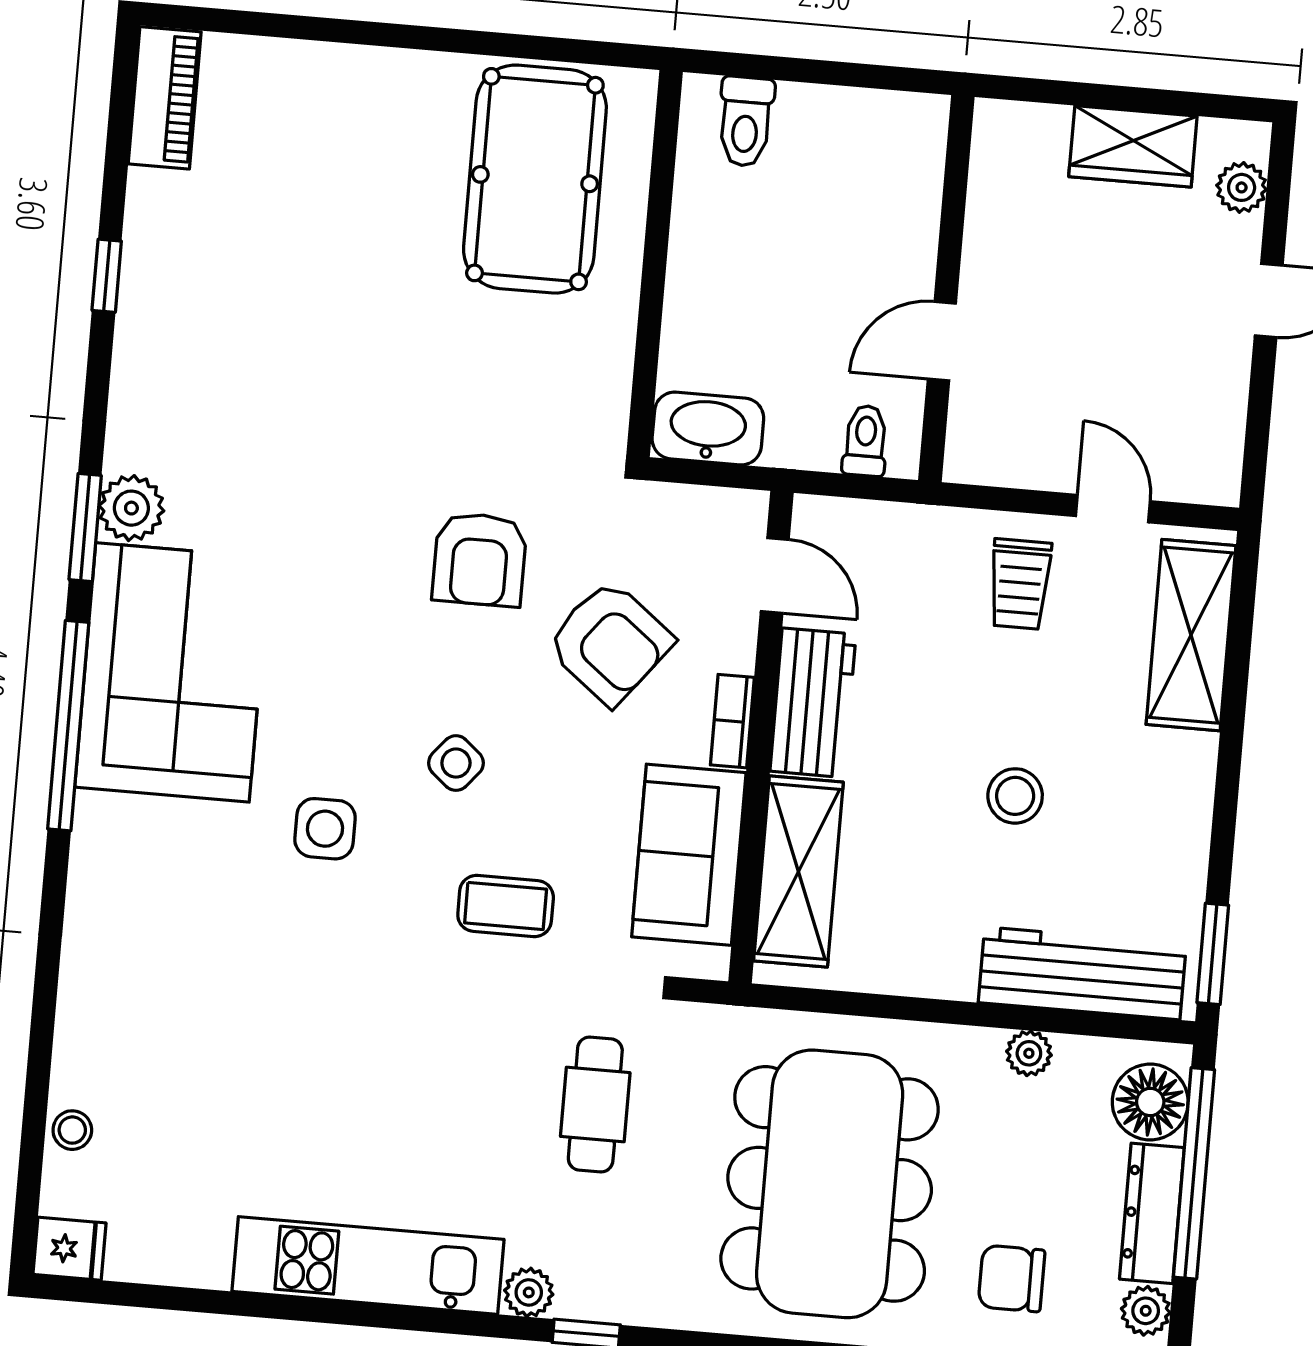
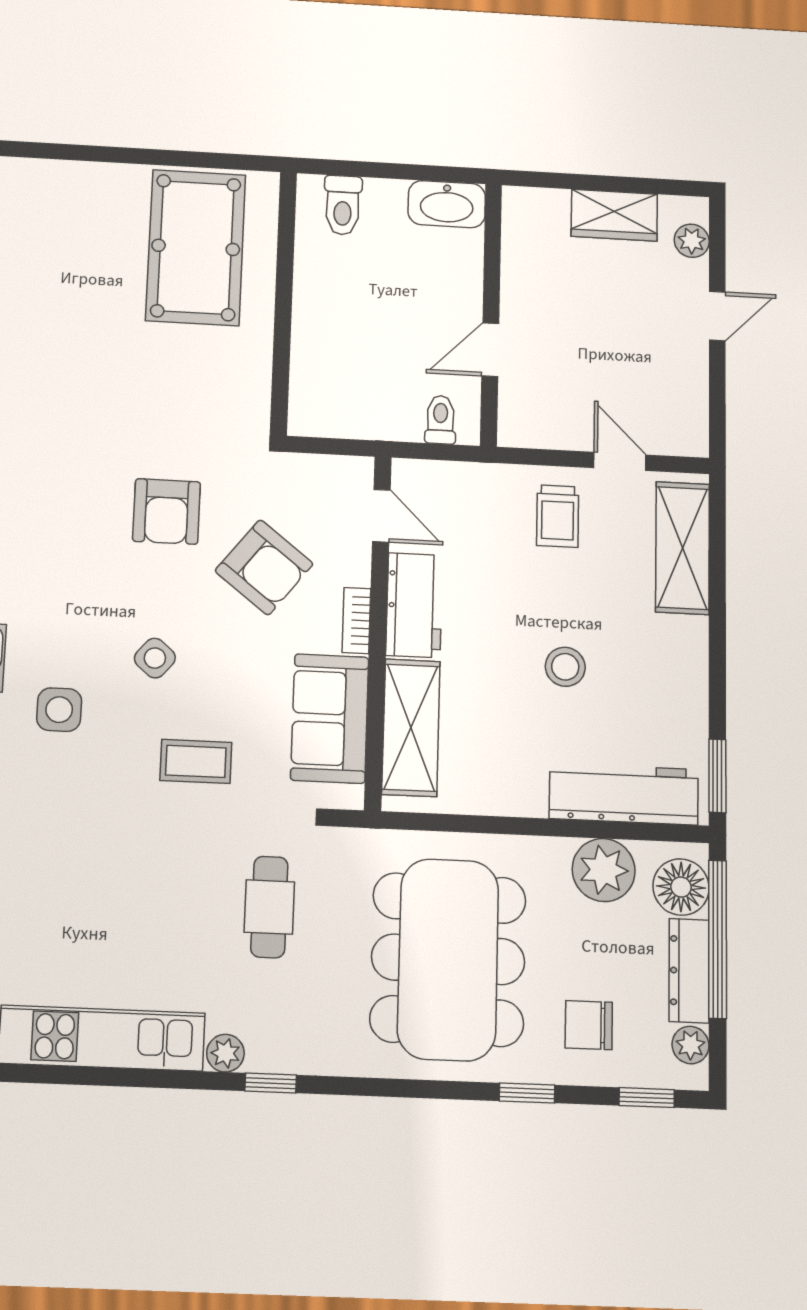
washbasin: (708, 429) -> (447, 204), moved, turned 180
plant: (1029, 1053) -> (604, 870), width x1.88, depth x1.88

